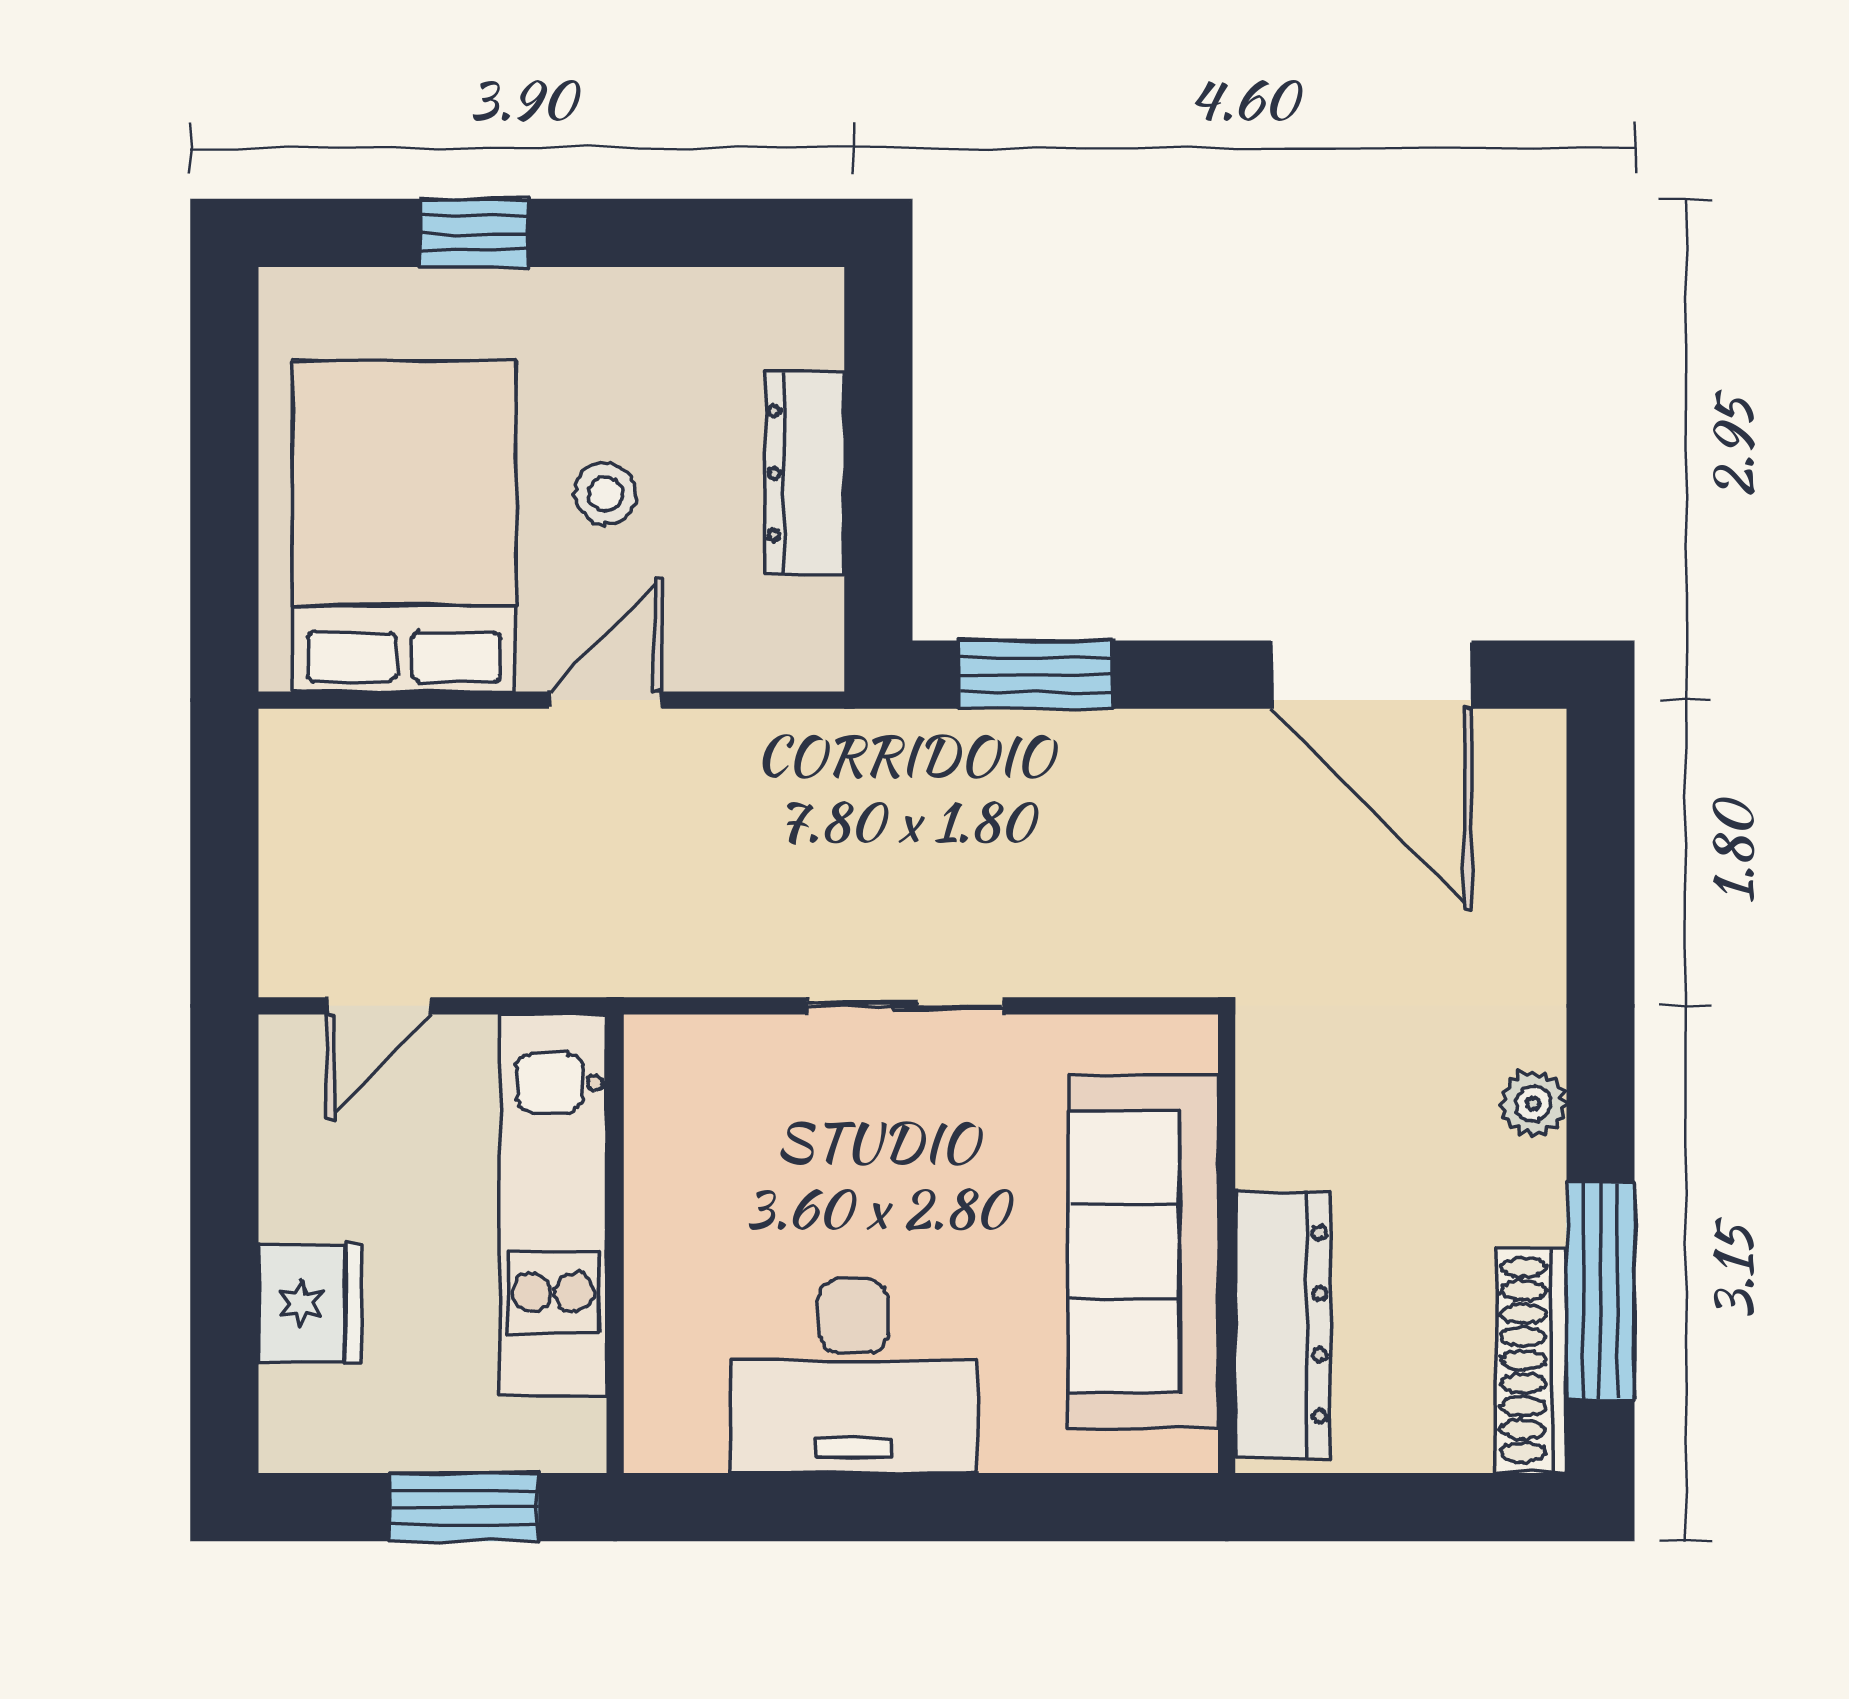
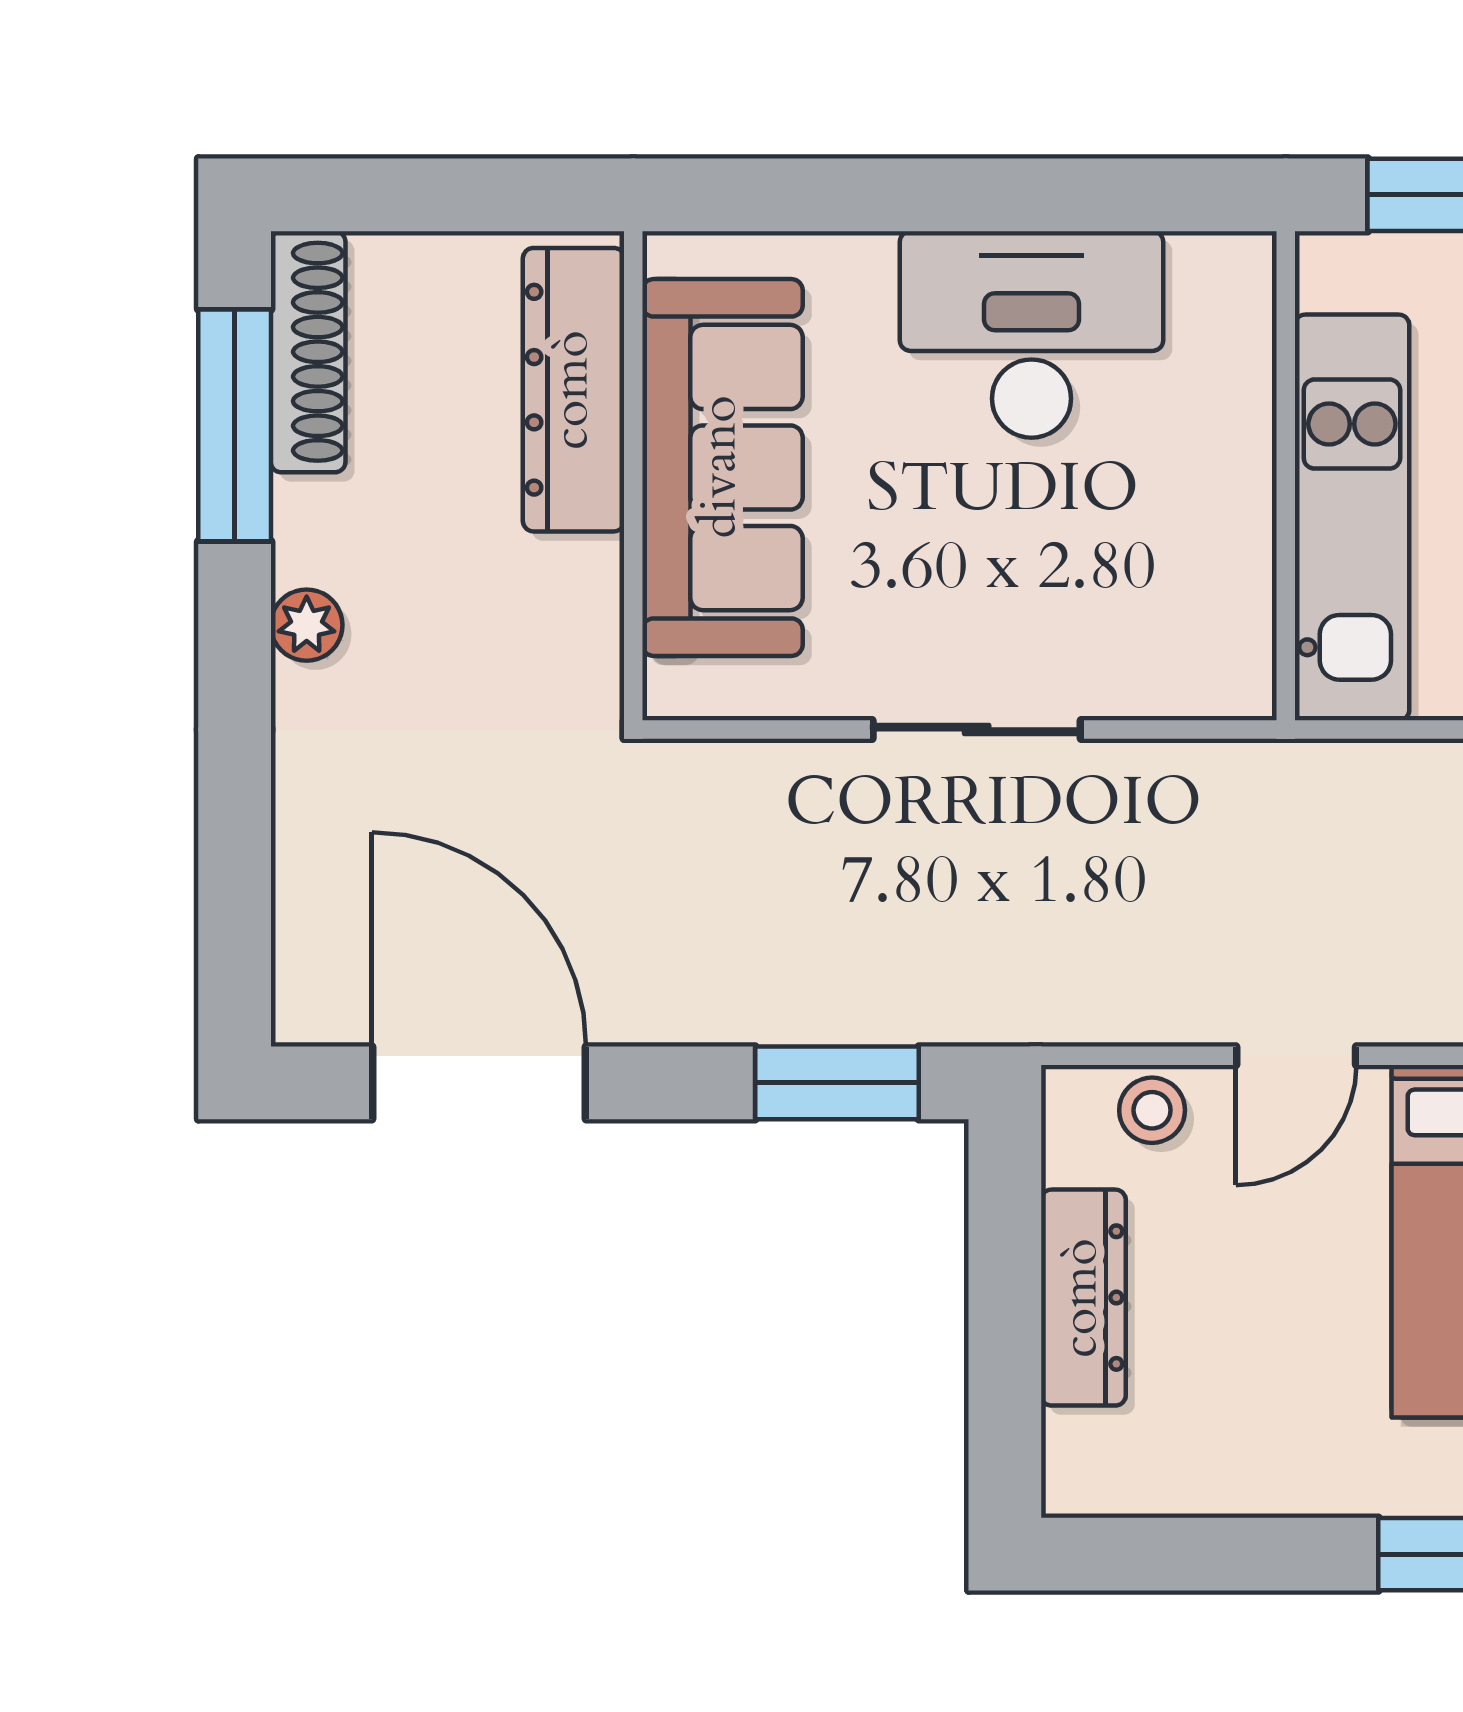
stool: (605, 494) -> (1152, 1110), moved

